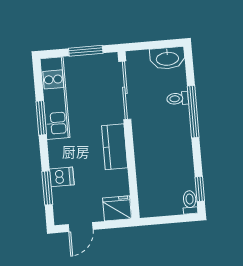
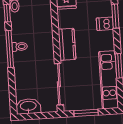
toilet: (178, 99) -> (20, 47), moved
window: (193, 112) -> (10, 49), moved

